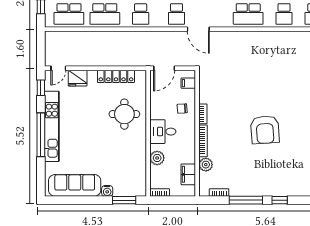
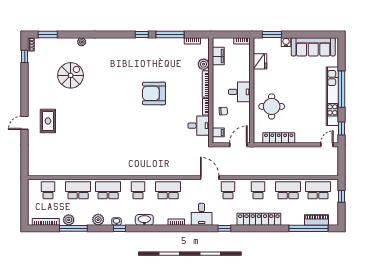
fridge: (78, 78) -> (260, 61), moved, turned 90
desk: (212, 91) -> (199, 126), added
armchair: (265, 130) -> (154, 93), turned -86
plant: (157, 158) -> (244, 70), removed

